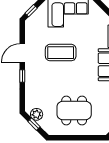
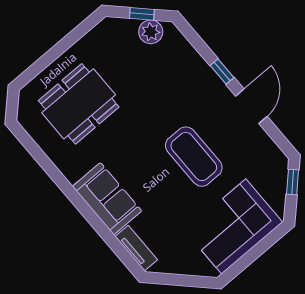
coffee table: (61, 53) -> (194, 157), turned 90
dining table: (74, 110) -> (79, 104), moved

